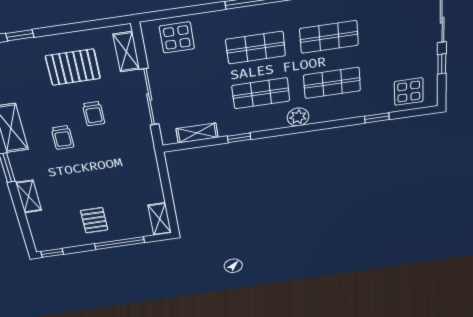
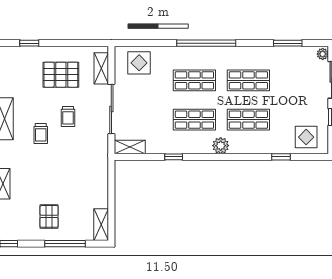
shelving: (197, 133) -> (130, 147), moved

